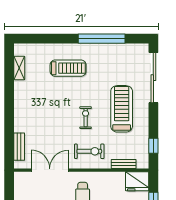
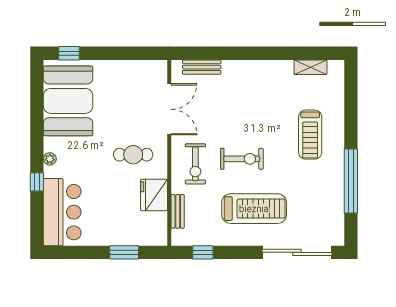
exercise bike: (86, 118) -> (242, 159), width x1.38, depth x1.39
fridge: (137, 181) -> (154, 195), moved

